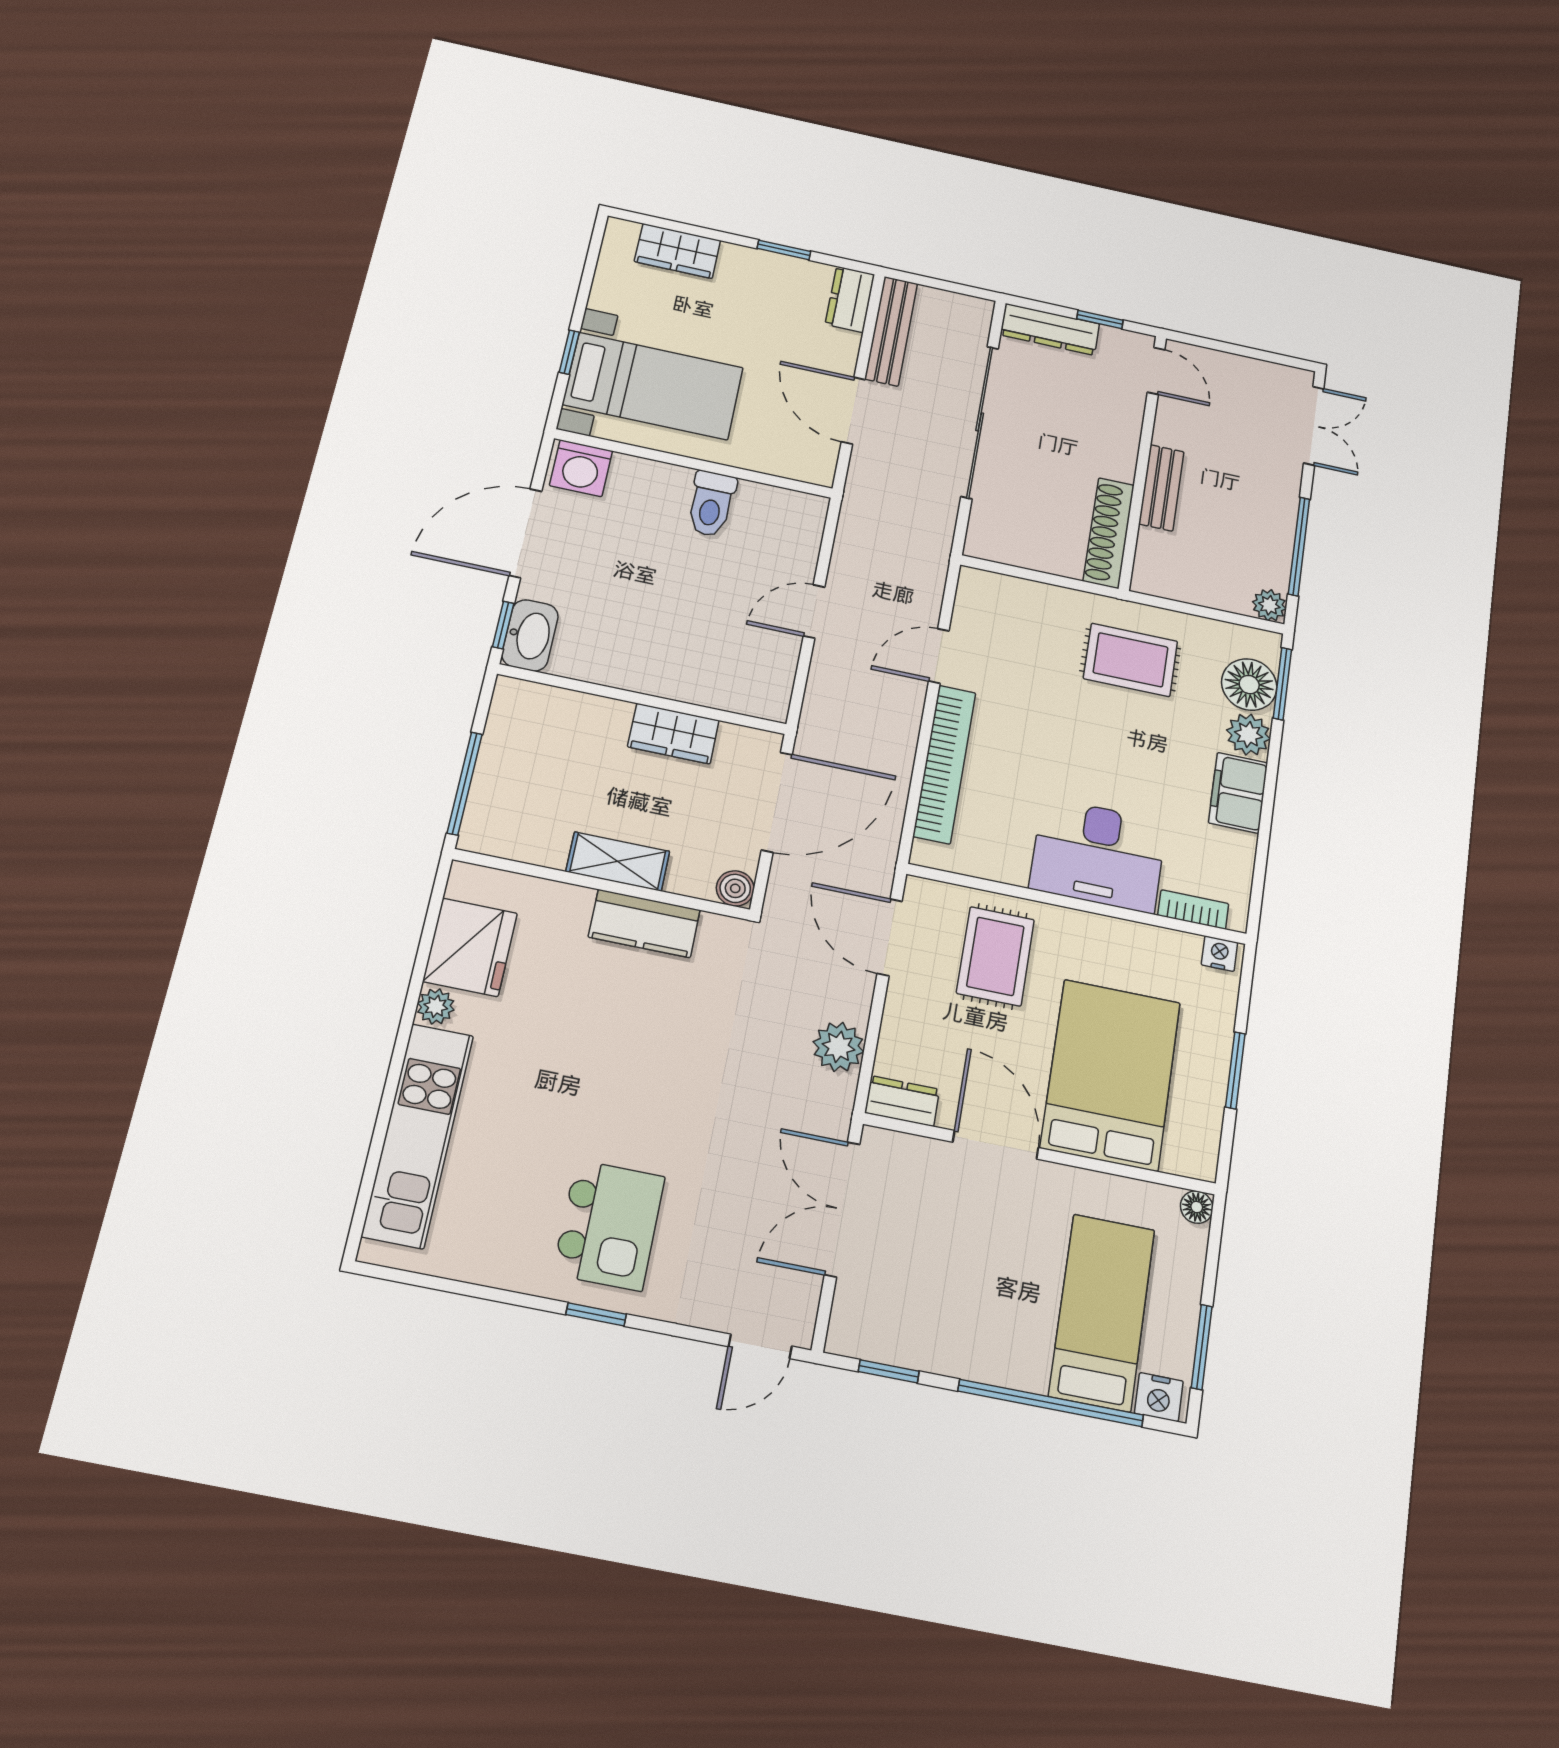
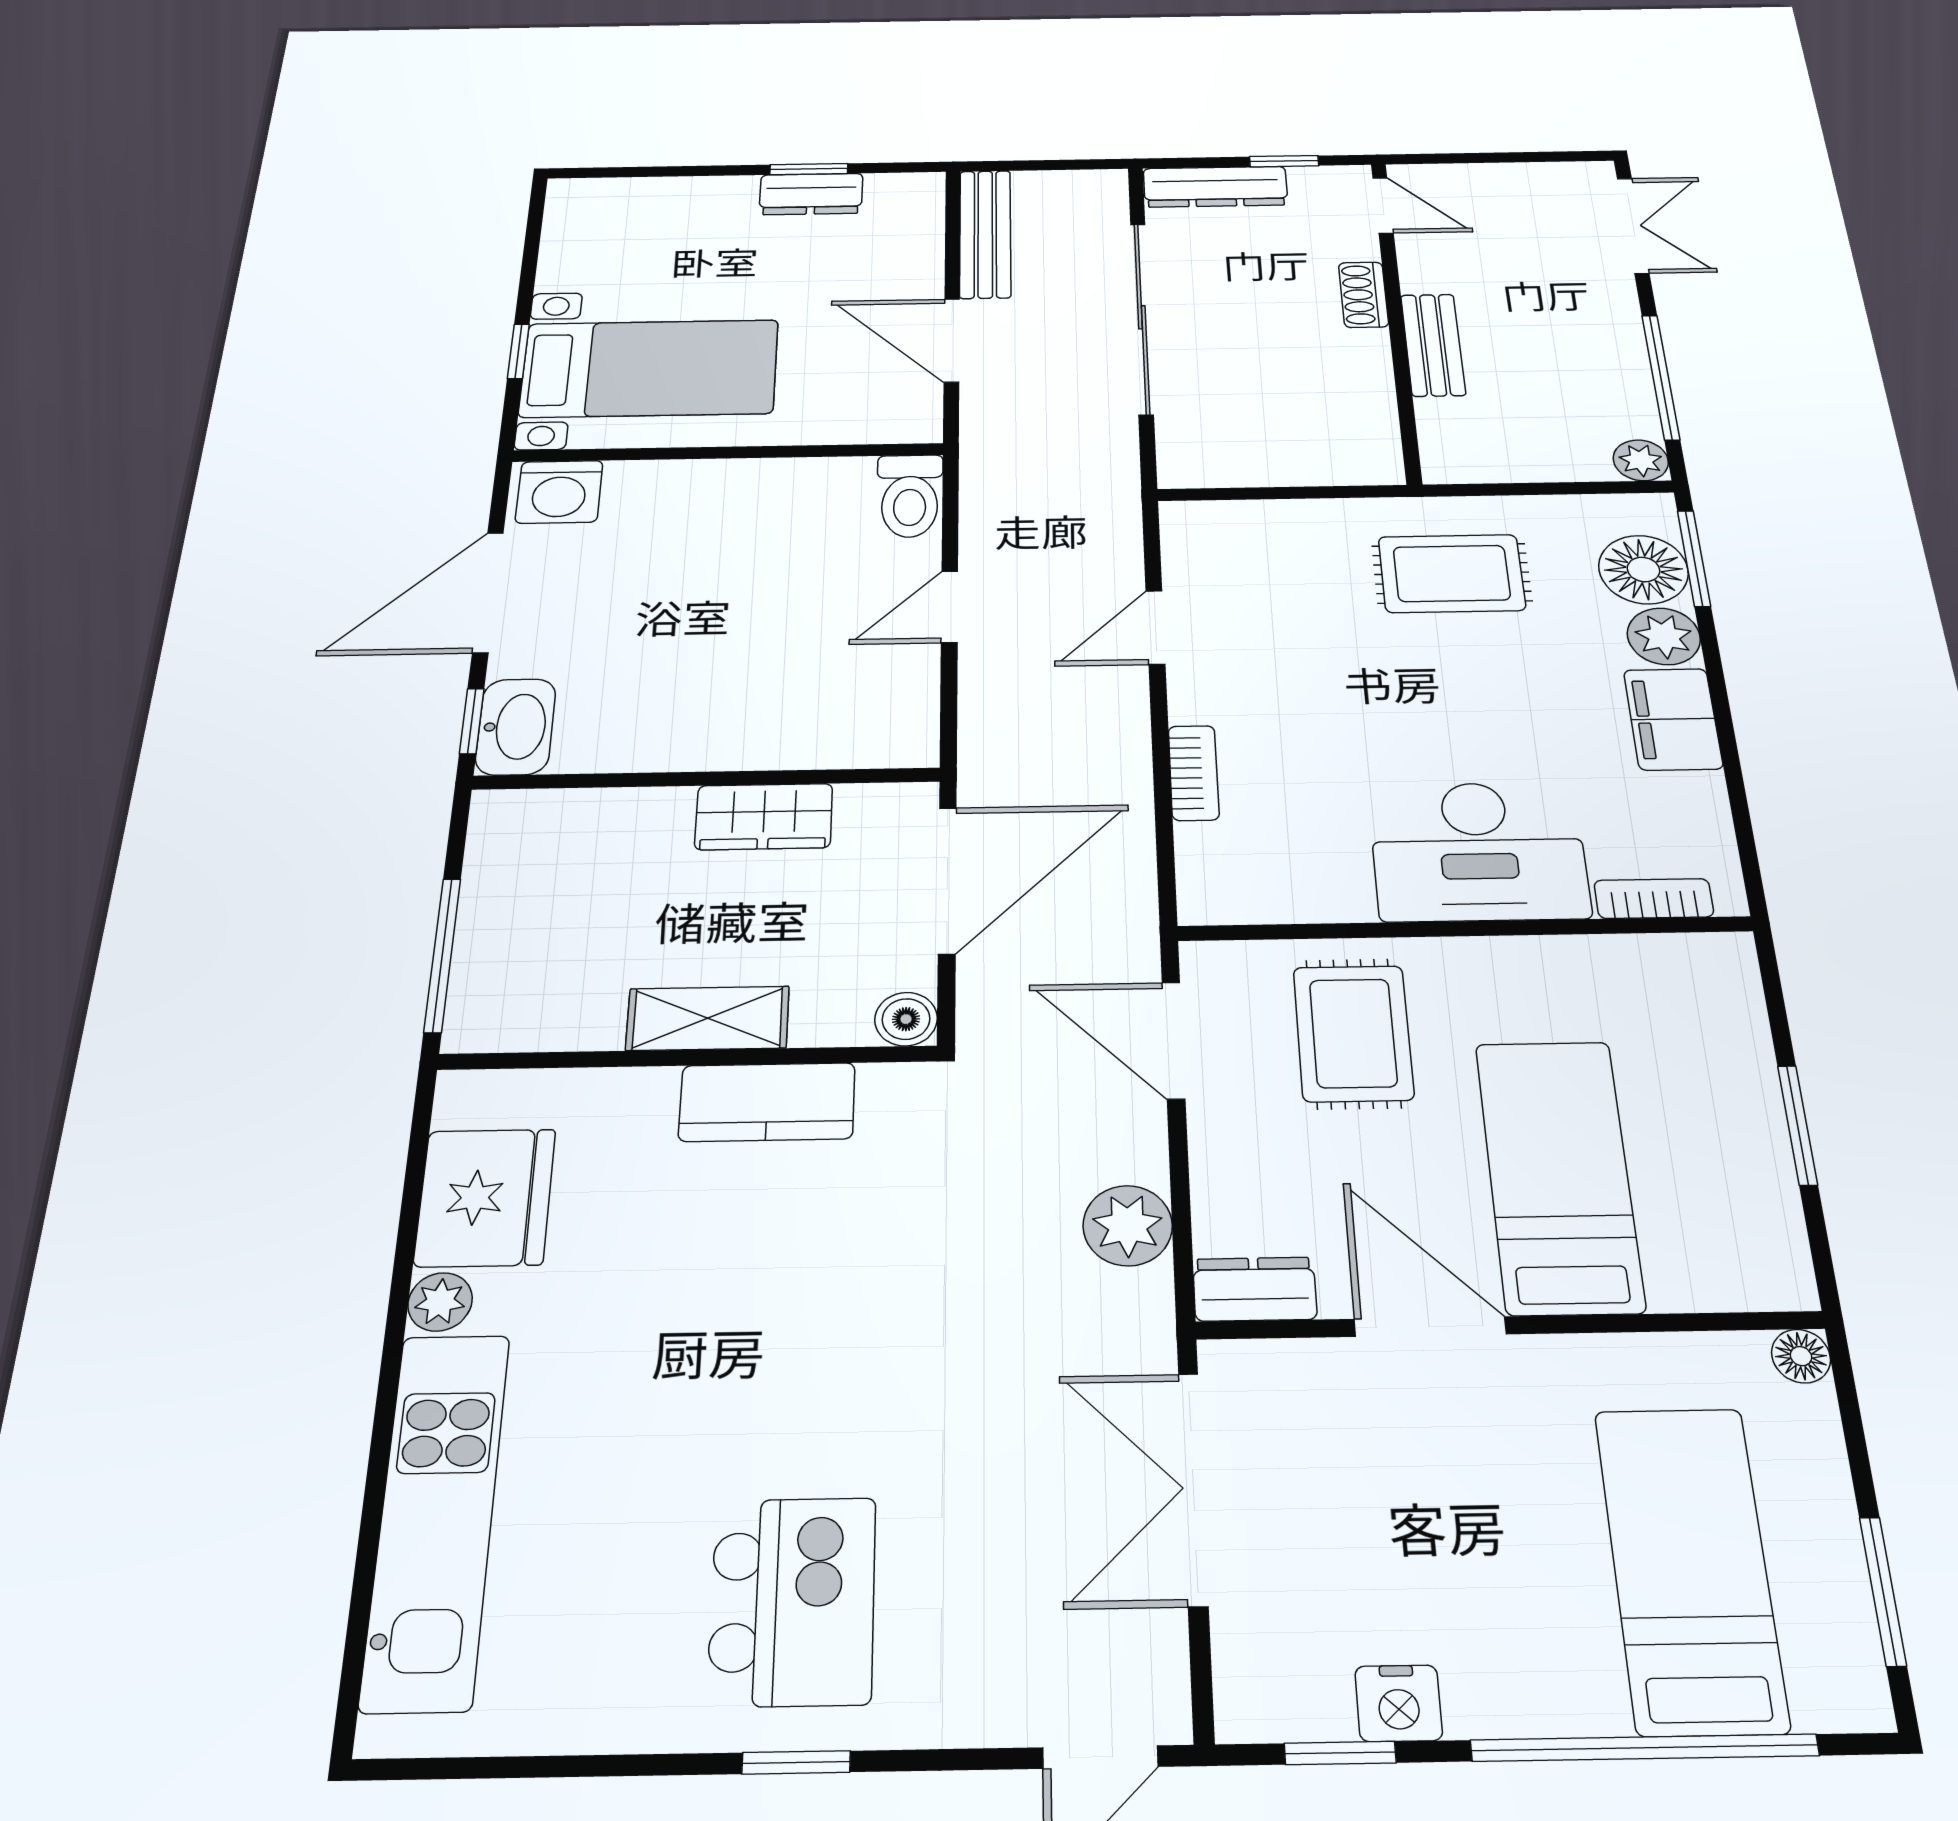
wardrobe: (677, 251) -> (655, 200), removed
dresser: (850, 299) -> (811, 194), moved, turned -90
toilet: (711, 504) -> (910, 496), moved
shoe rack: (1109, 533) -> (1363, 295), moved, width x0.51, depth x0.81
bookcase: (944, 764) -> (1194, 773), width x0.43, depth x0.76
nightstand: (1219, 954) -> (1716, 954), removed
bed: (1111, 1075) -> (1559, 1175), width x0.67
nightstand: (1159, 1397) -> (1399, 1703), moved

